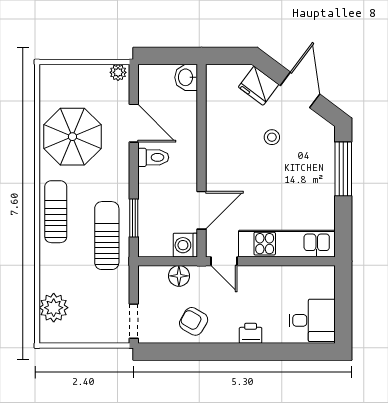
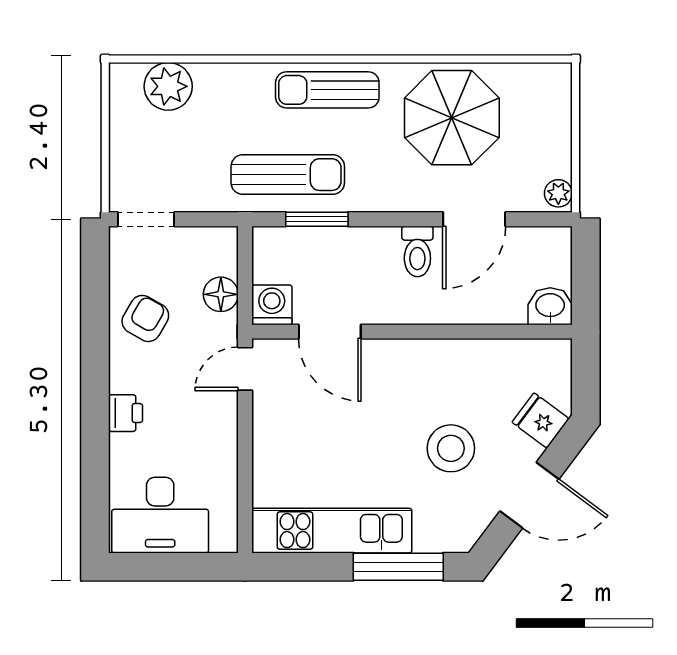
fridge: (259, 86) -> (541, 421), width x0.72
stool: (272, 137) -> (451, 448), width x1.89, depth x1.89
sun lounger: (56, 212) -> (327, 90), turned 180
kitchen unit: (287, 244) -> (332, 531), moved, turned -90
desk: (312, 320) -> (160, 515), width x1.37

